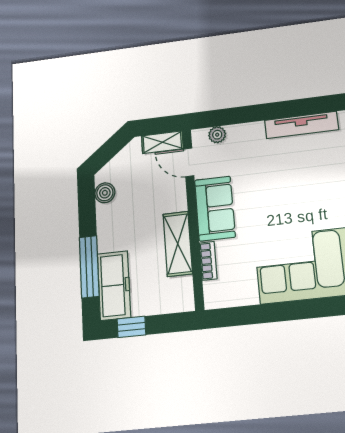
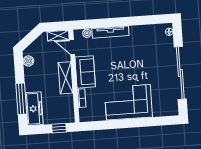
tv unit: (301, 125) -> (110, 32), moved
shelving: (178, 244) -> (66, 78), moved
window: (131, 327) -> (59, 128), moved

